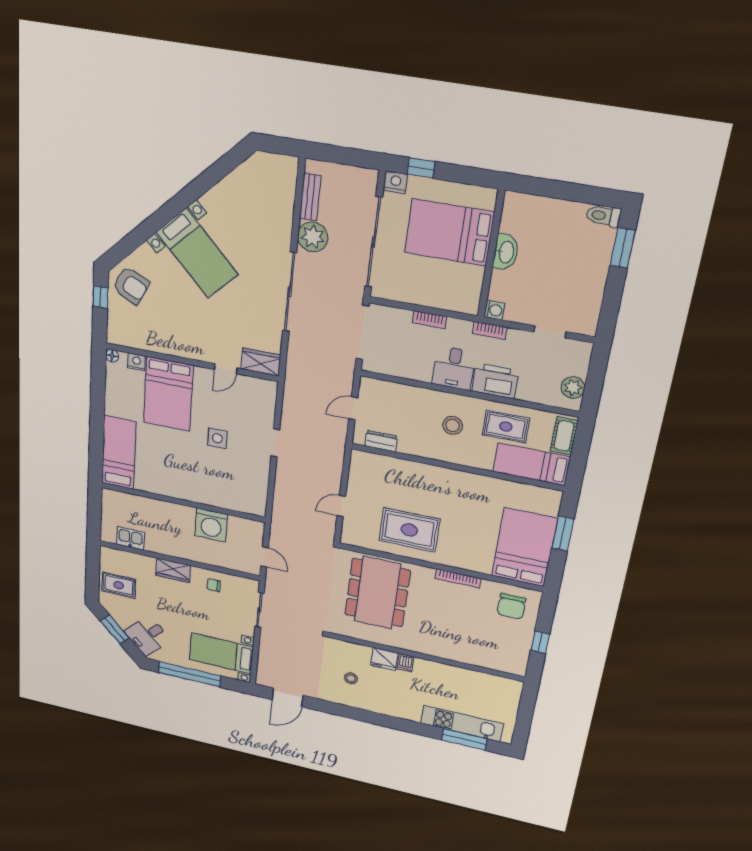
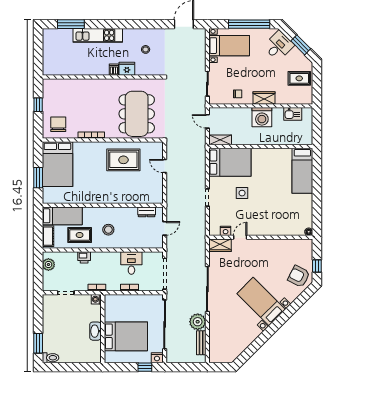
nightstand: (136, 362) -> (226, 231), moved
desk: (454, 368) -> (131, 263), moved
printer: (495, 381) -> (84, 257), width x0.53, depth x0.68
bed: (168, 394) -> (230, 162), moved, turned 90
door: (341, 506) -> (165, 166), swing flipped
washing machine: (211, 525) -> (262, 117), moved, turned 180
shelving: (246, 526) -> (220, 140), added
kitchen unit: (462, 724) -> (98, 35), moved

